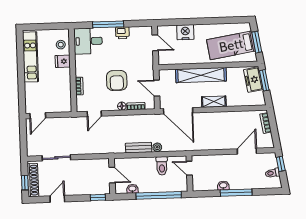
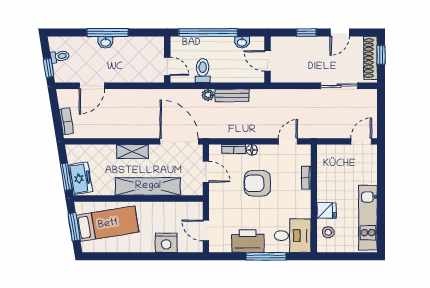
printer: (122, 33) -> (248, 241), width x1.87, depth x1.48
armchair: (117, 80) -> (257, 183), turned -90
washbasin: (223, 186) -> (106, 42), moved
window: (98, 197) -> (306, 33), moved

